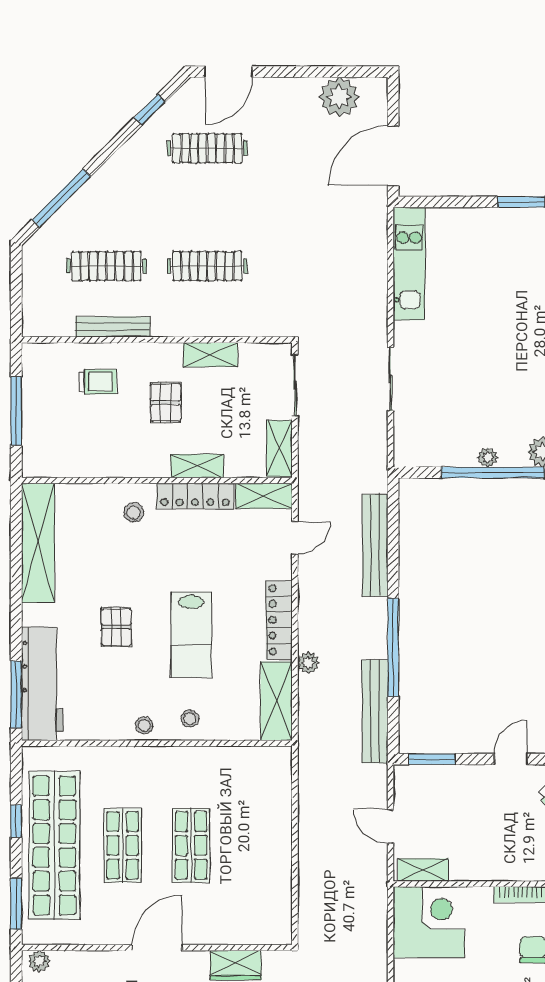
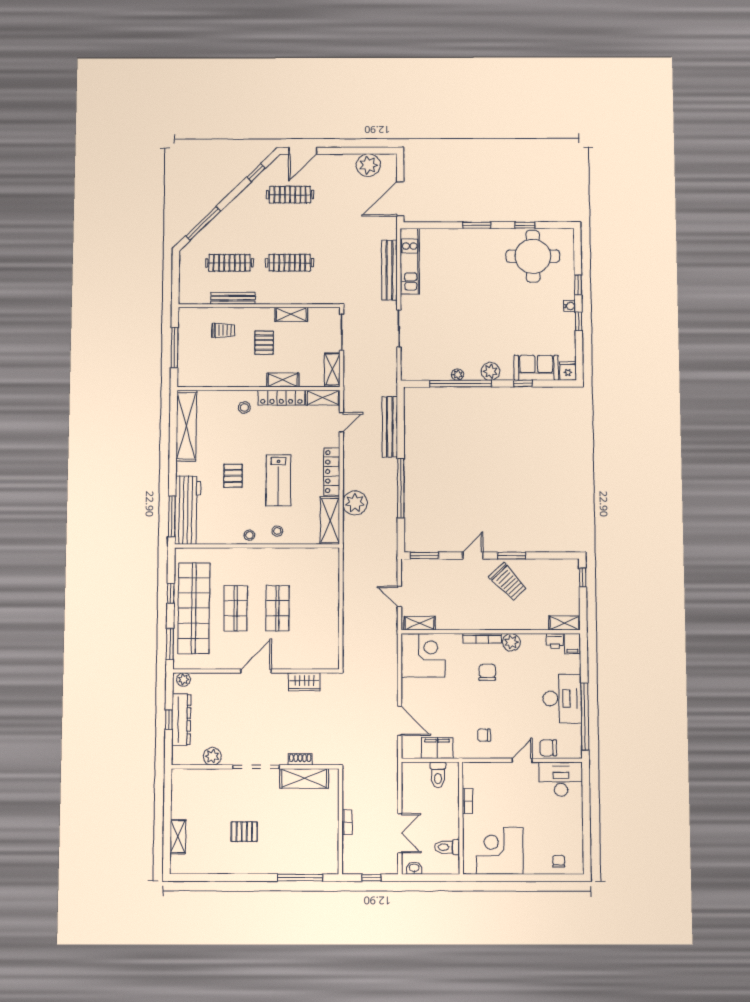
plant: (308, 663) -> (355, 503), width x1.88, depth x1.88
bench: (375, 712) -> (390, 270), moved

